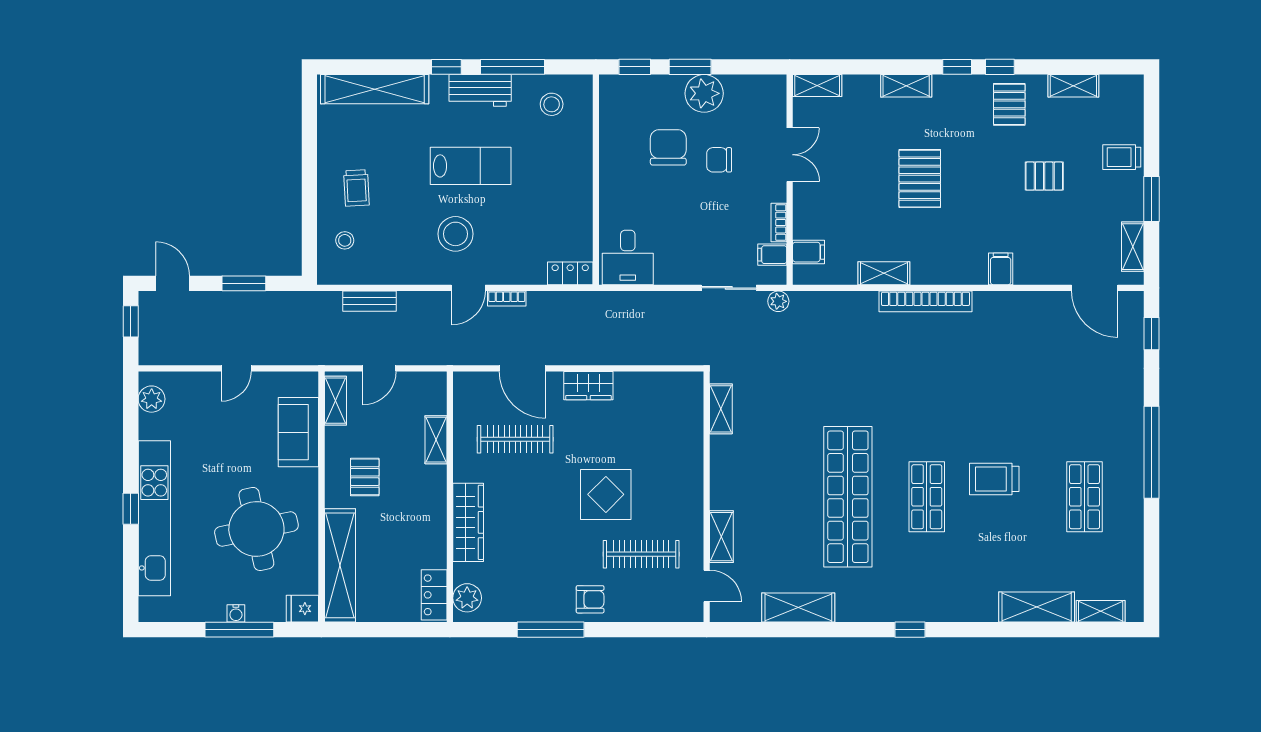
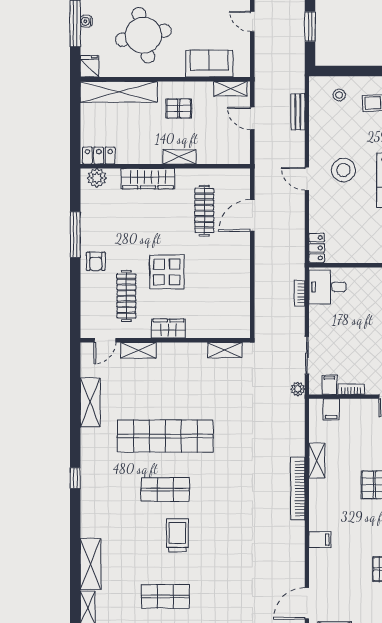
bookcase: (507, 299) -> (300, 293), moved
wardrobe: (588, 386) -> (168, 329), moved, turned 90
shelving: (436, 440) -> (180, 157), moved

